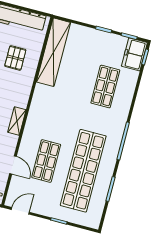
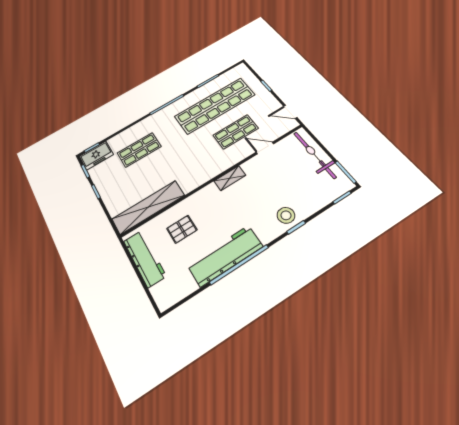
door: (13, 165) -> (265, 148), hinge flipped

